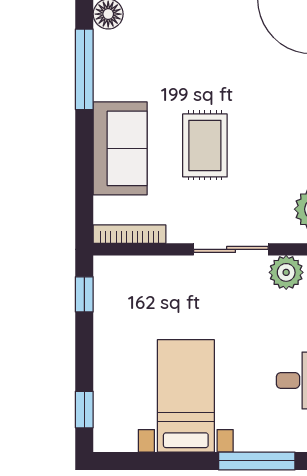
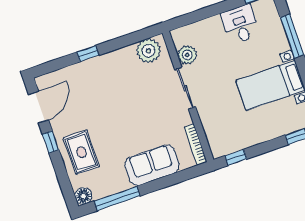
rug: (205, 145) -> (81, 152), moved, turned 90

